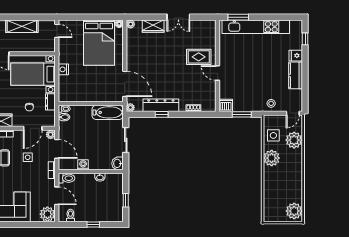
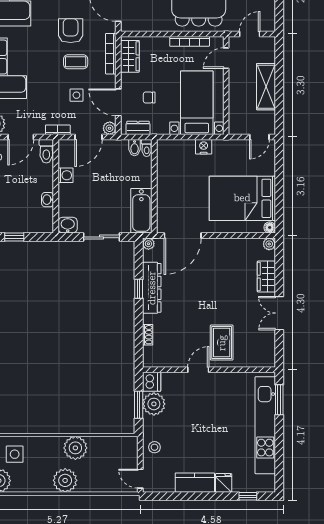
dresser: (50, 102) -> (138, 128), moved
plant: (241, 104) -> (154, 404), added
side table: (273, 135) -> (15, 454), moved
plant: (294, 140) -> (65, 480), moved

